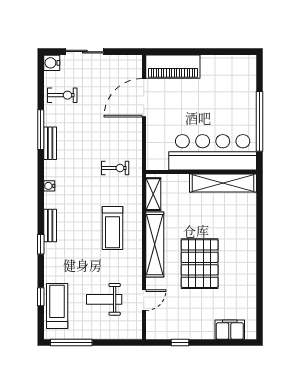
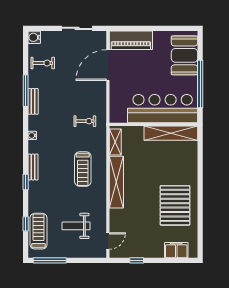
sliding door: (85, 52) -> (77, 28), moved
booth: (240, 86) -> (184, 55), added
pallet: (200, 264) -> (175, 205), moved
door: (144, 300) -> (108, 241), moved

